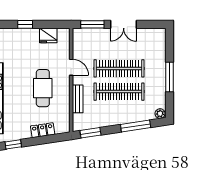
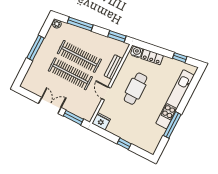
fridge: (48, 35) -> (101, 121), moved
water cooler: (61, 127) -> (137, 52), added

